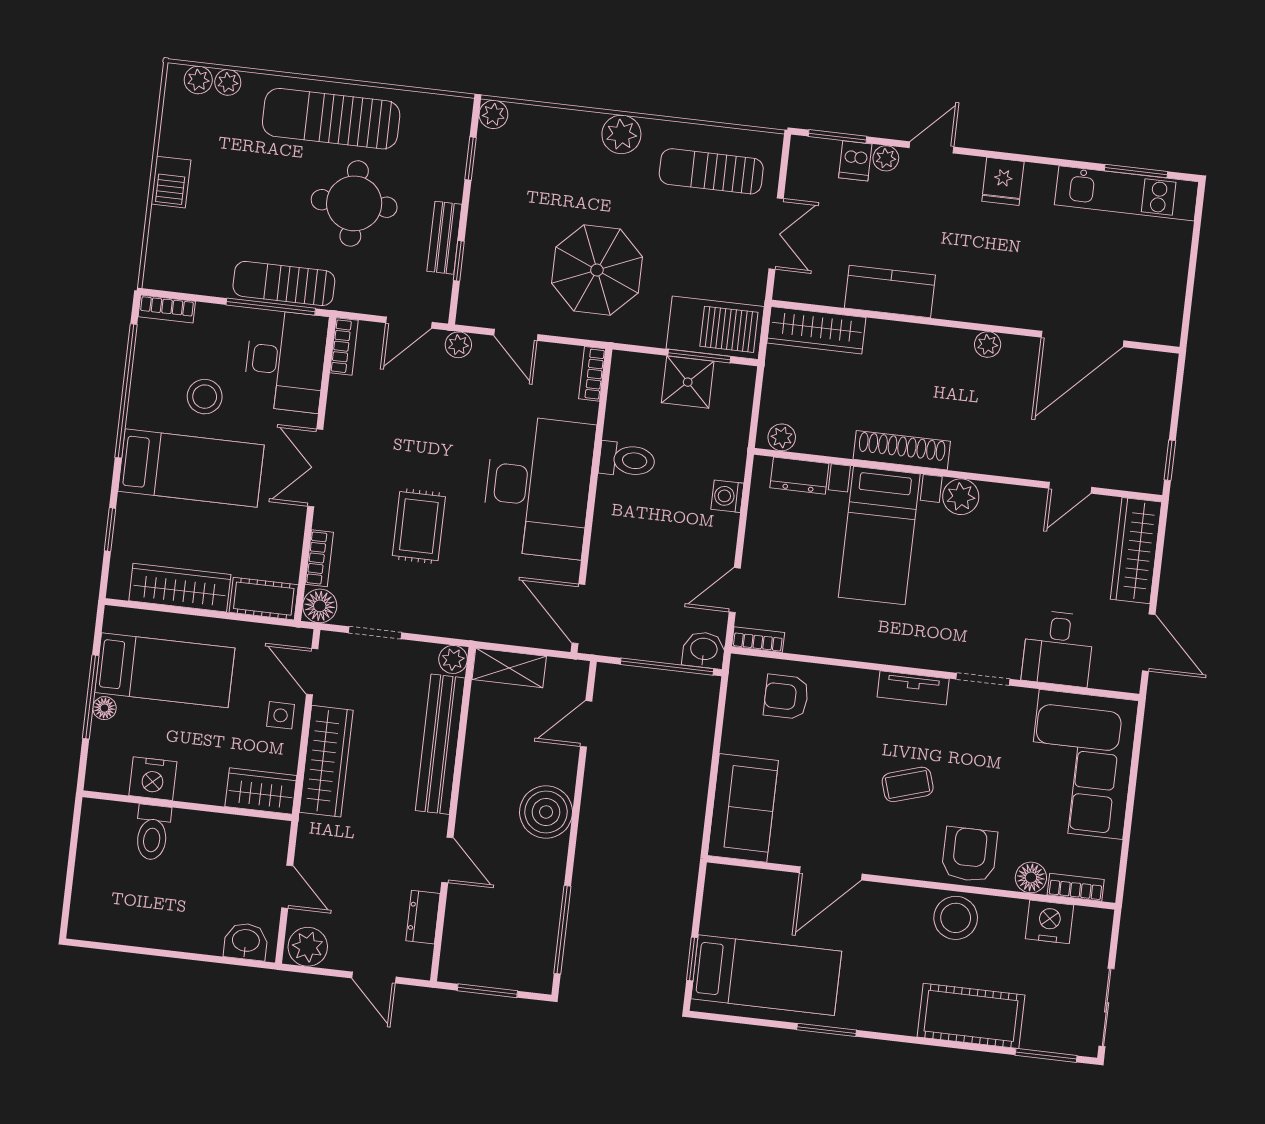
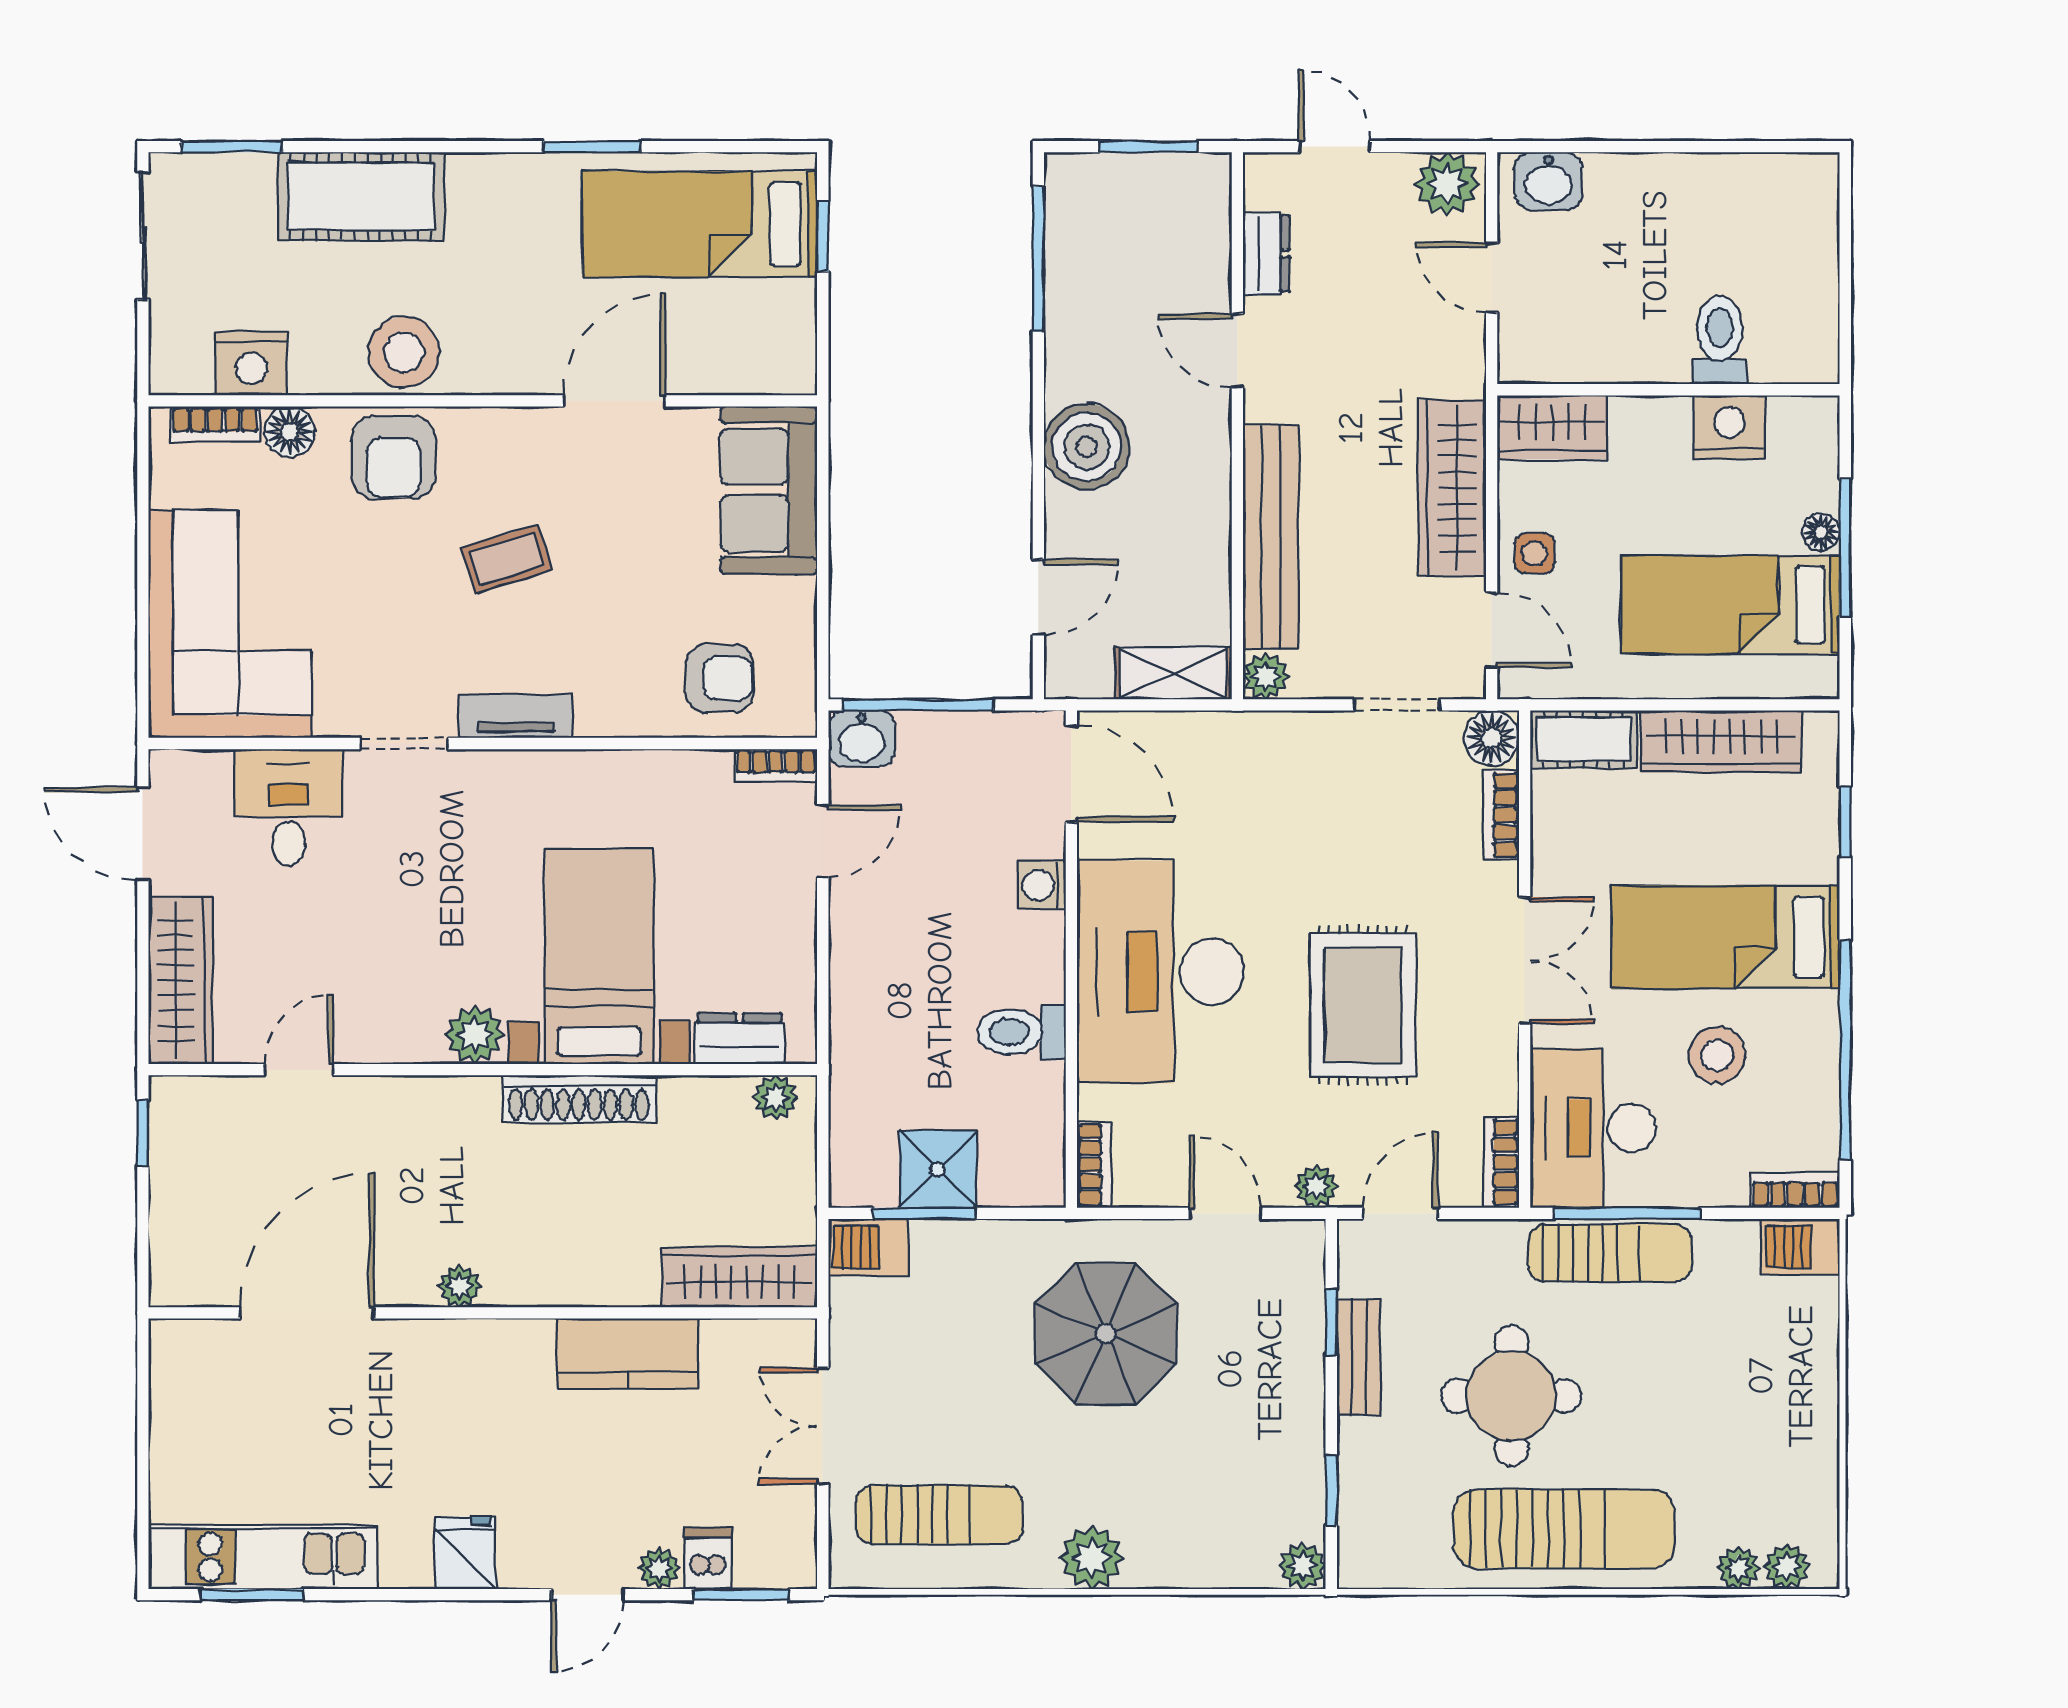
barbecue: (171, 182) -> (1800, 1247), moved, turned -90
barbecue: (715, 328) -> (868, 1247), width x0.53, depth x0.65
washing machine: (727, 496) -> (1042, 885), moved, turned 180
rug: (419, 526) -> (1363, 1005), moved, width x1.36, depth x1.43

